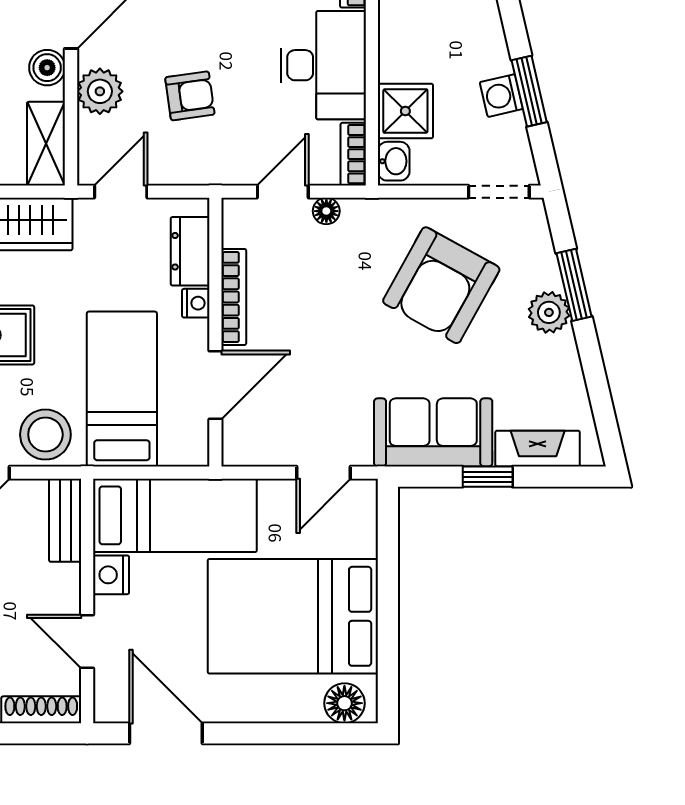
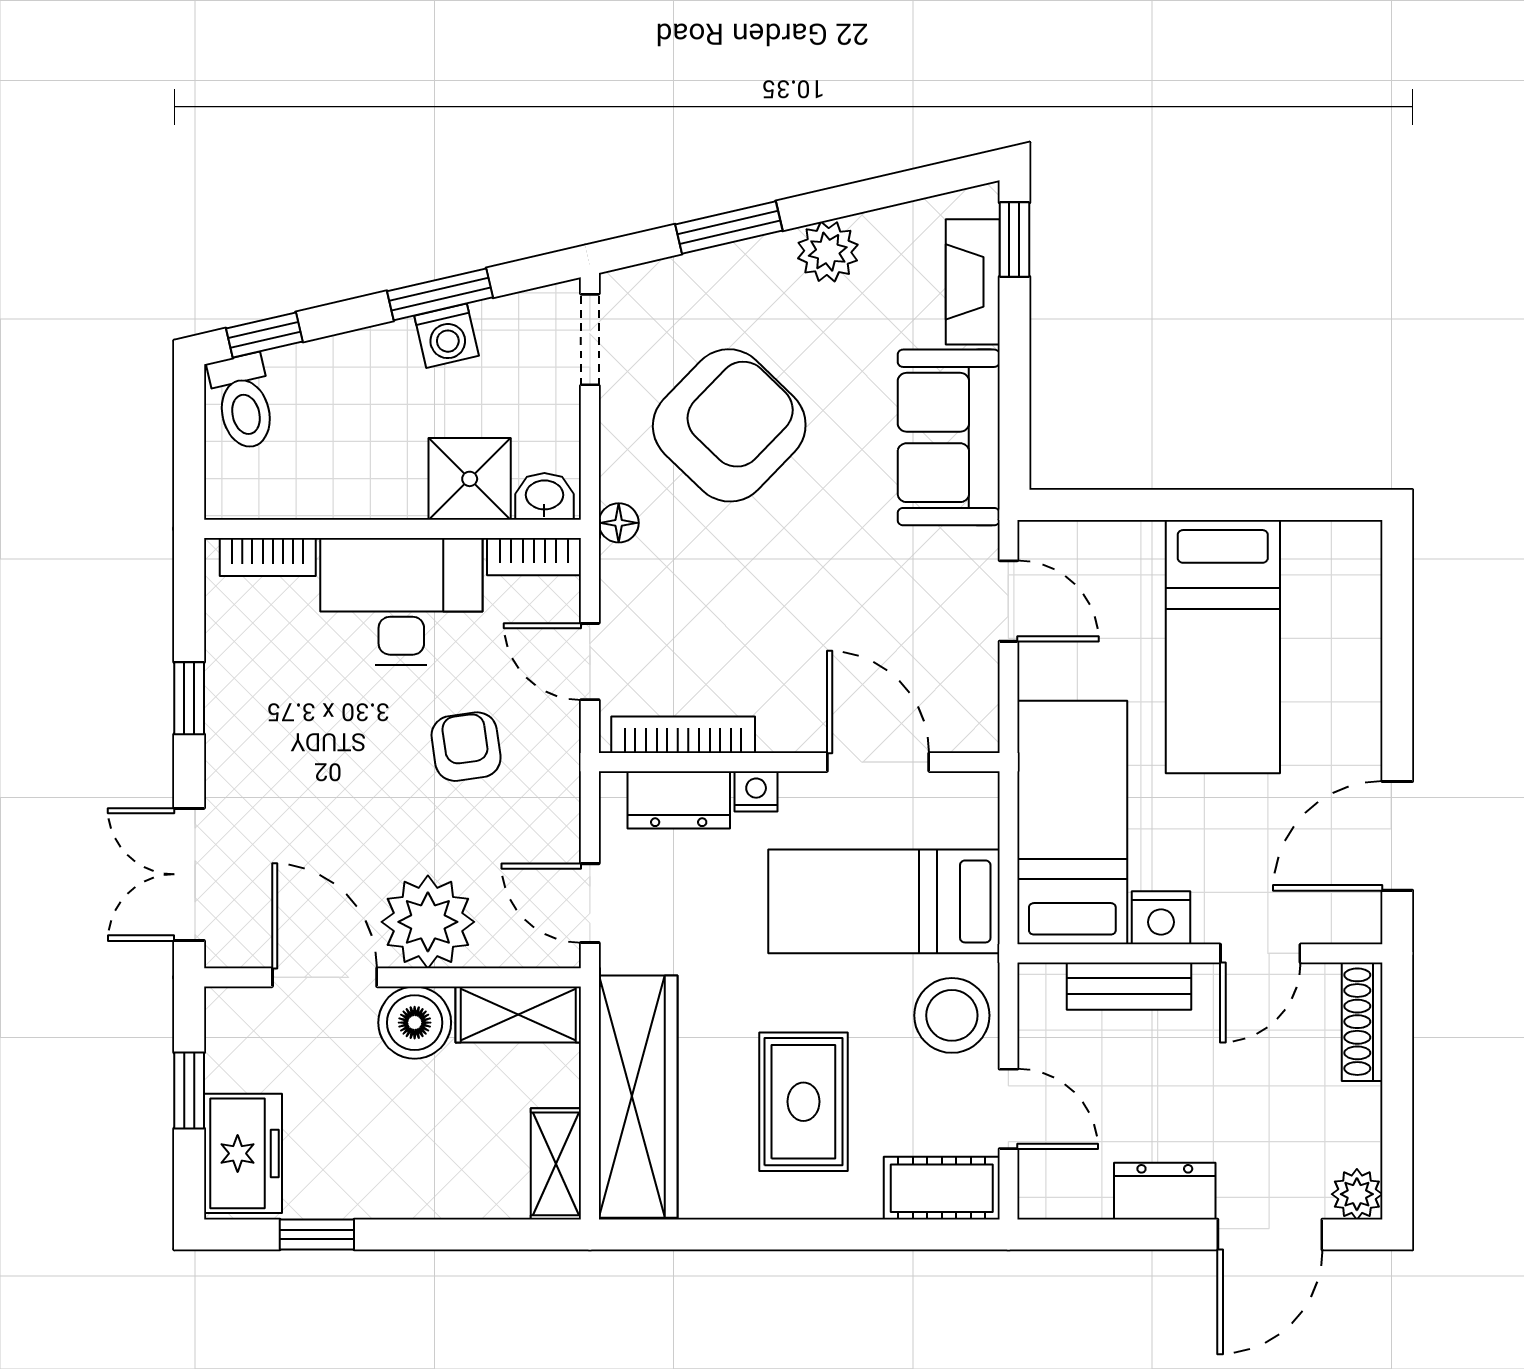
boiler: (47, 68) -> (415, 1023), width x1.36, depth x1.36
plant: (100, 91) -> (428, 922), width x1.36, depth x1.36
armchair: (190, 96) -> (466, 747), moved
floor lamp: (326, 211) -> (619, 523), moved
armchair: (441, 285) -> (729, 425), turned -75
bookcase: (234, 297) -> (683, 735), moved
plant: (549, 312) -> (828, 252), moved
window: (488, 477) -> (1014, 240), moved
bench: (65, 520) -> (1129, 986), moved
bed: (293, 616) -> (1223, 647), width x0.67
floor lamp: (344, 703) -> (1352, 570), removed

